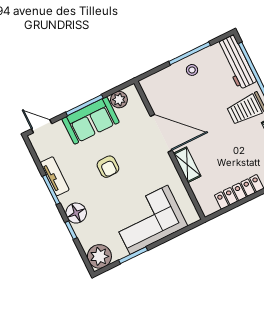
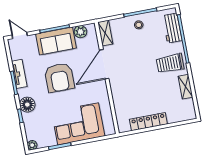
workbench: (237, 62) -> (172, 28), width x0.73
door: (161, 133) -> (104, 64), swing flipped
shelving: (187, 165) -> (105, 33), moved
armchair: (108, 167) -> (59, 78), width x1.88, depth x1.88
plant: (99, 256) -> (32, 145), width x0.53, depth x0.53

